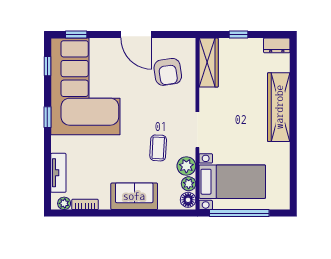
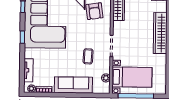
plant: (186, 166) -> (105, 67), removed
sofa: (134, 196) -> (73, 85), width x1.36
floor lamp: (188, 200) -> (105, 88), removed

